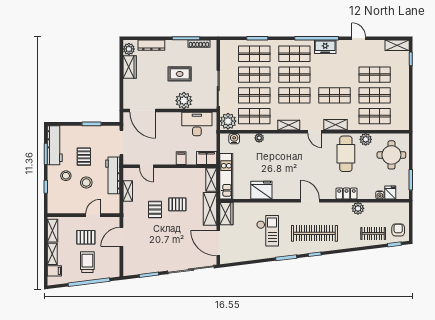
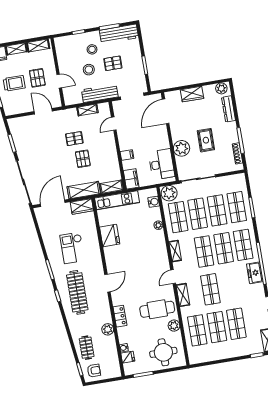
wardrobe: (130, 67) -> (192, 94), moved
checkout: (268, 231) -> (72, 248), turned 90

